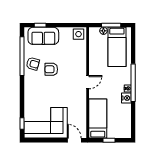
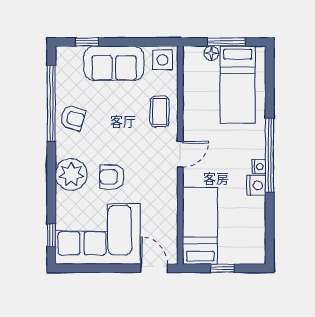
sofa: (43, 36) -> (114, 63), moved
coffee table: (77, 60) -> (160, 112), added
armchair: (51, 69) -> (112, 177), moved
plant: (32, 92) -> (71, 174), added

